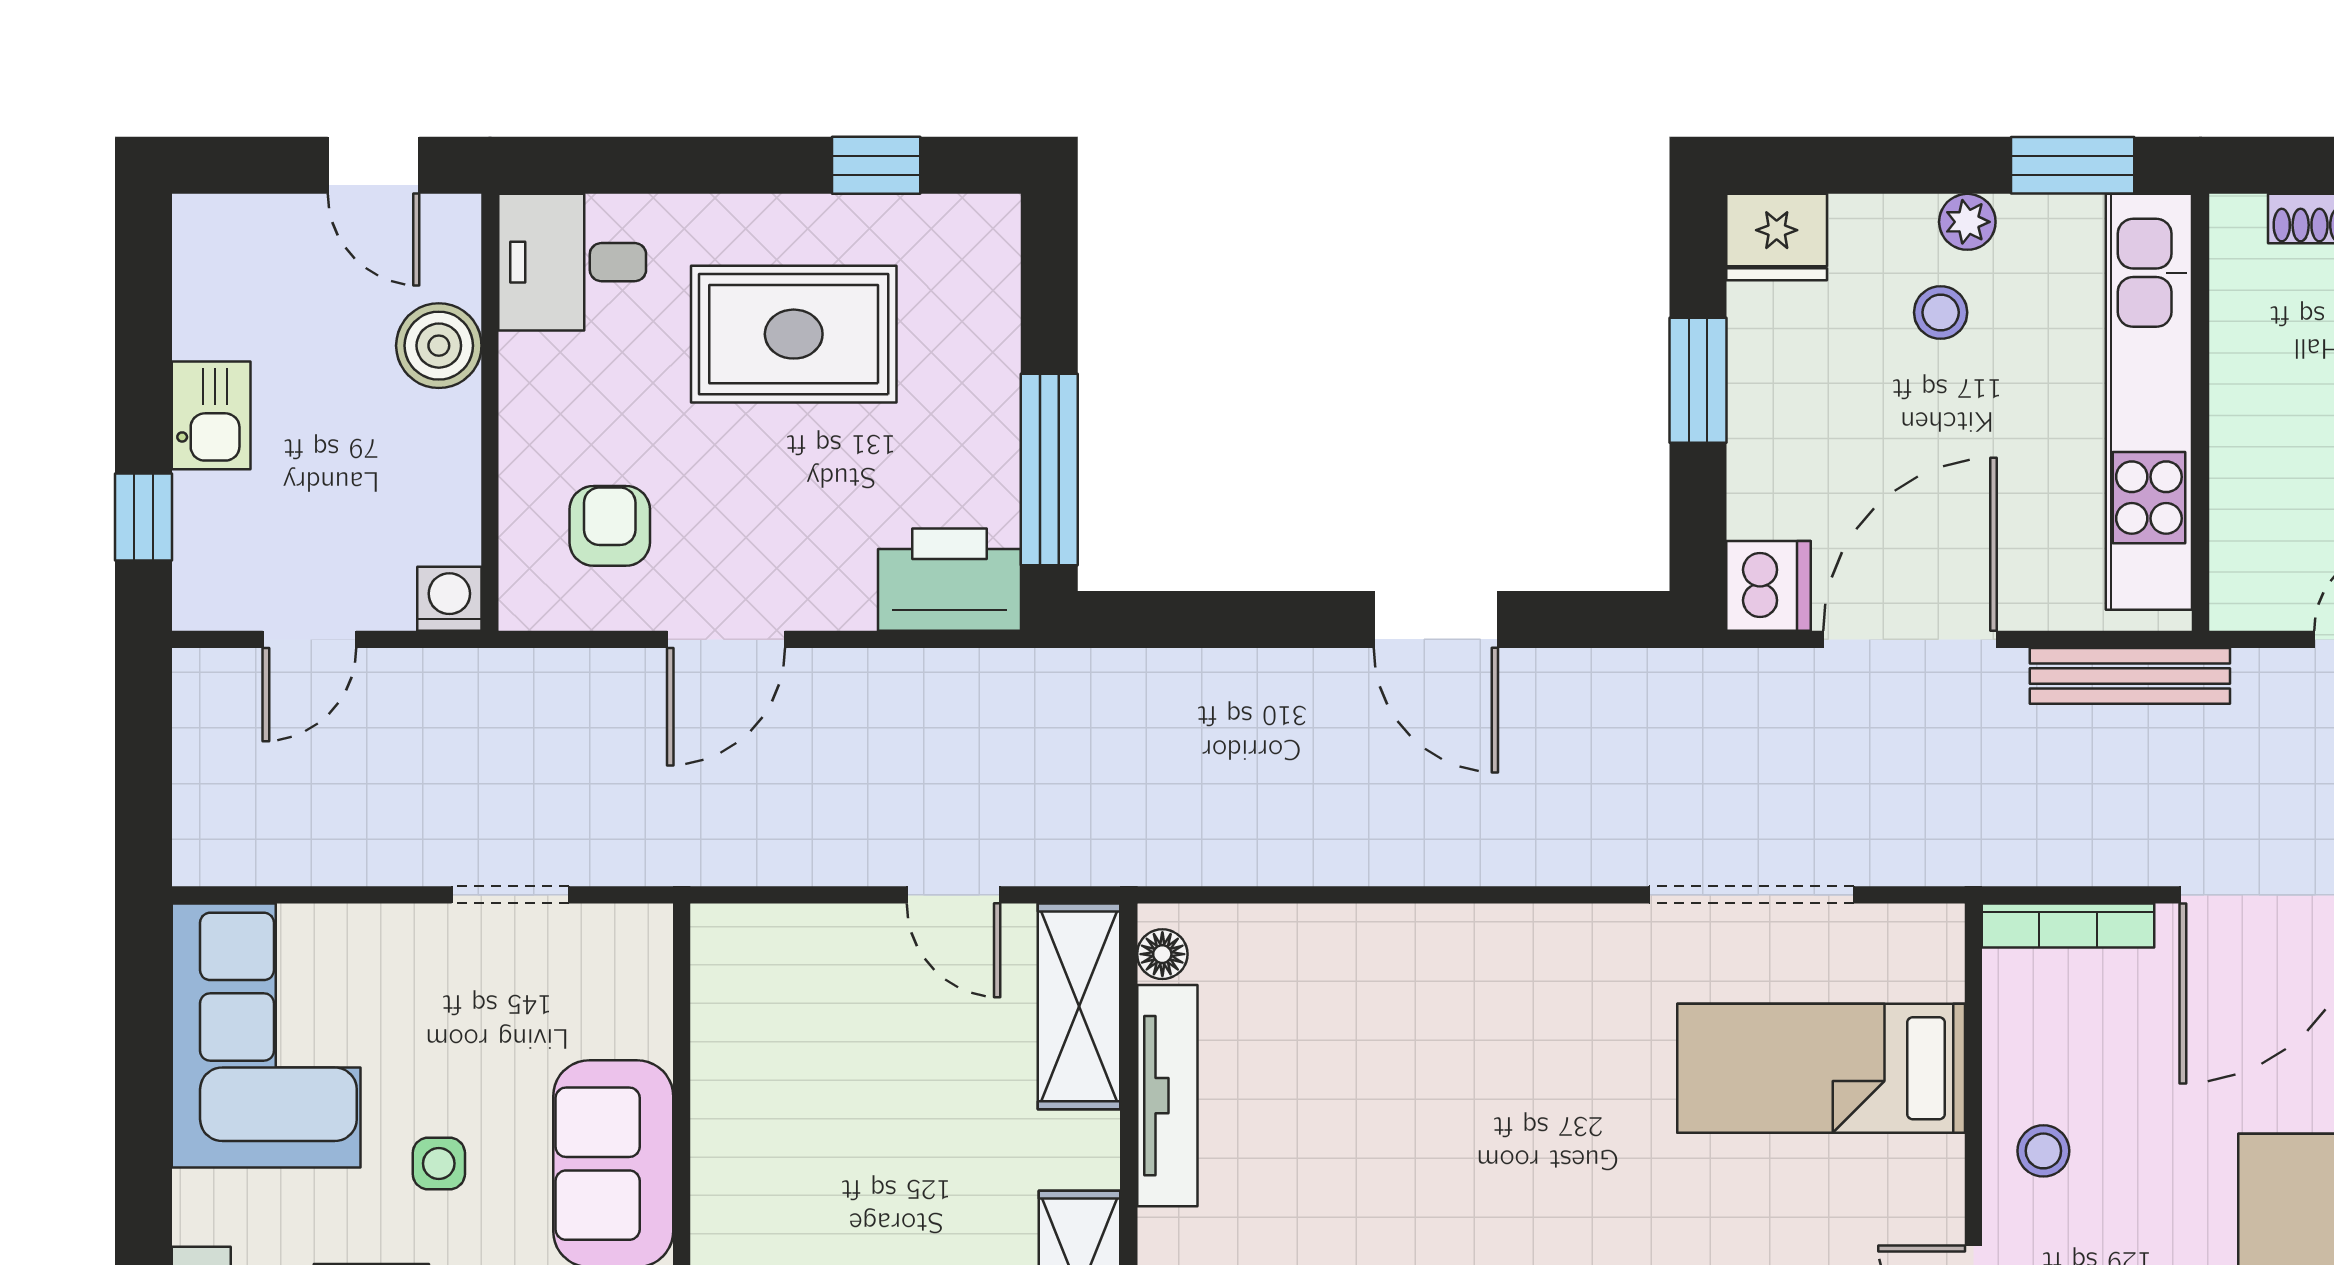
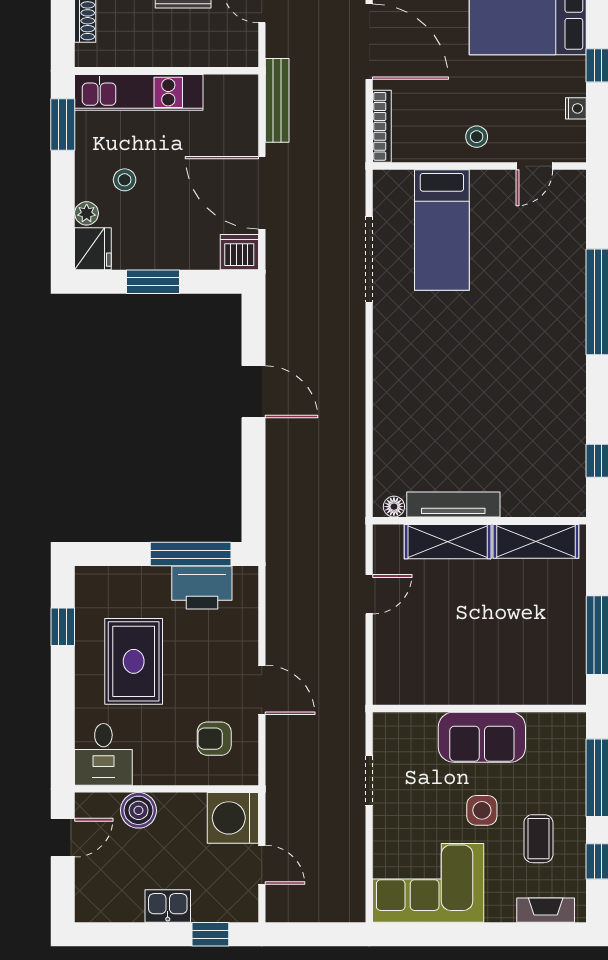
plant: (1967, 222) -> (87, 213), moved
kitchen unit: (2149, 402) -> (139, 92), width x0.73
printer: (949, 580) -> (202, 588), moved, turned -90
washing machine: (449, 599) -> (233, 818), width x1.89, depth x1.89
door: (1436, 620) -> (254, 392), hinge flipped
shelving: (1079, 1006) -> (448, 542), moved
side table: (439, 1163) -> (482, 810), width x1.37, depth x1.37

